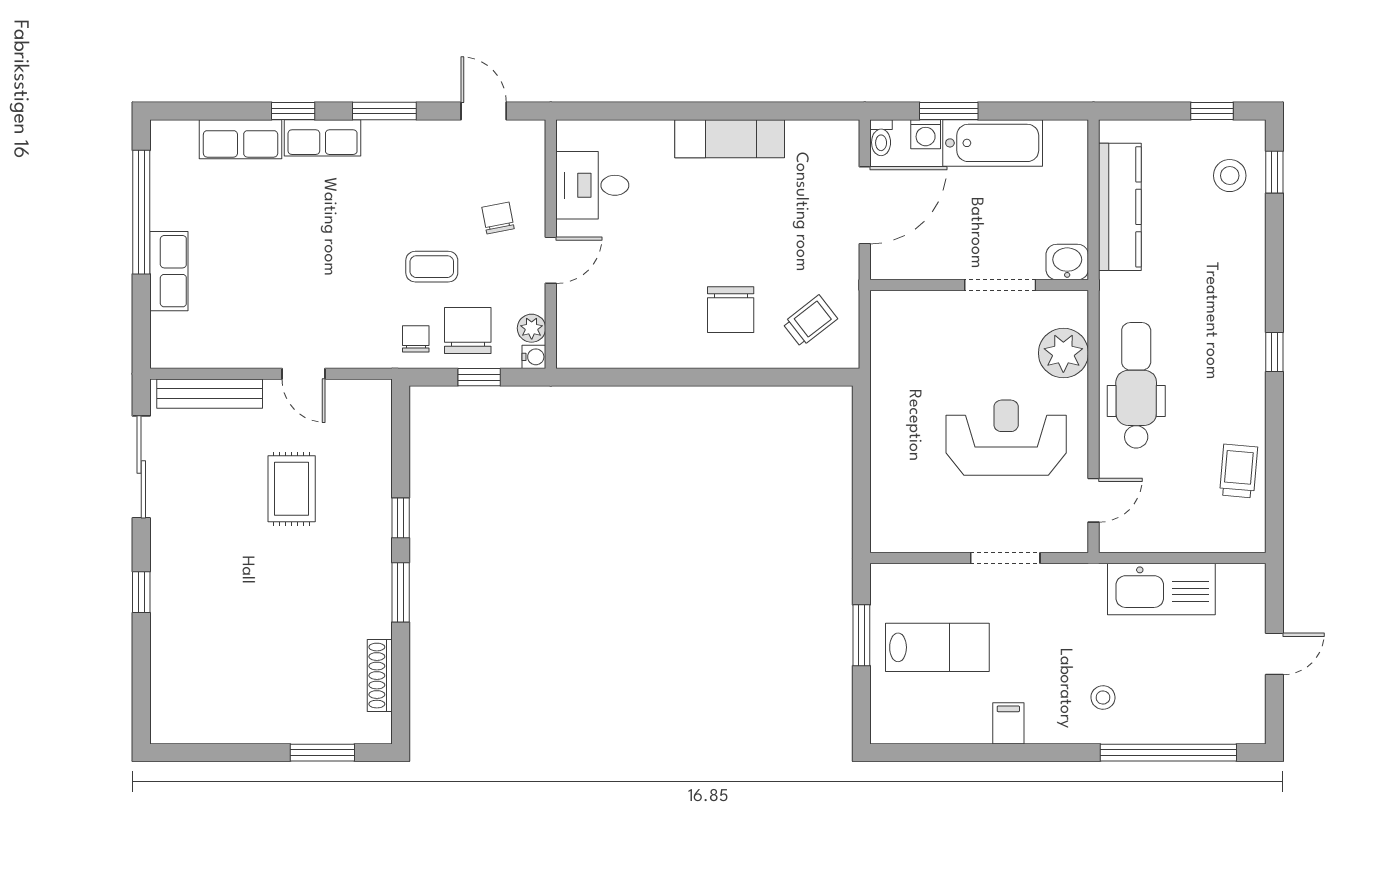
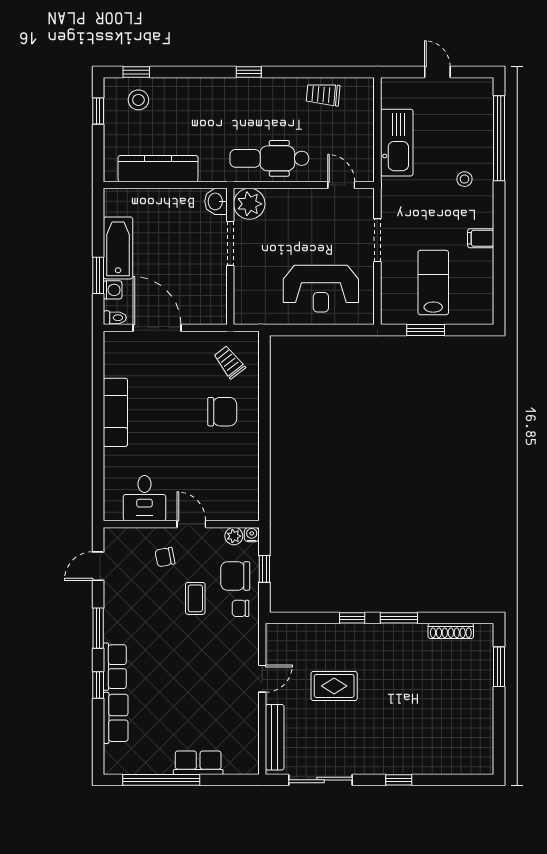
washbasin: (1067, 262) -> (216, 201), moved
wall: (979, 285) -> (230, 256), moved
doorway: (1000, 285) -> (230, 243), moved
reception desk: (1006, 438) -> (321, 289), moved, turned -90

